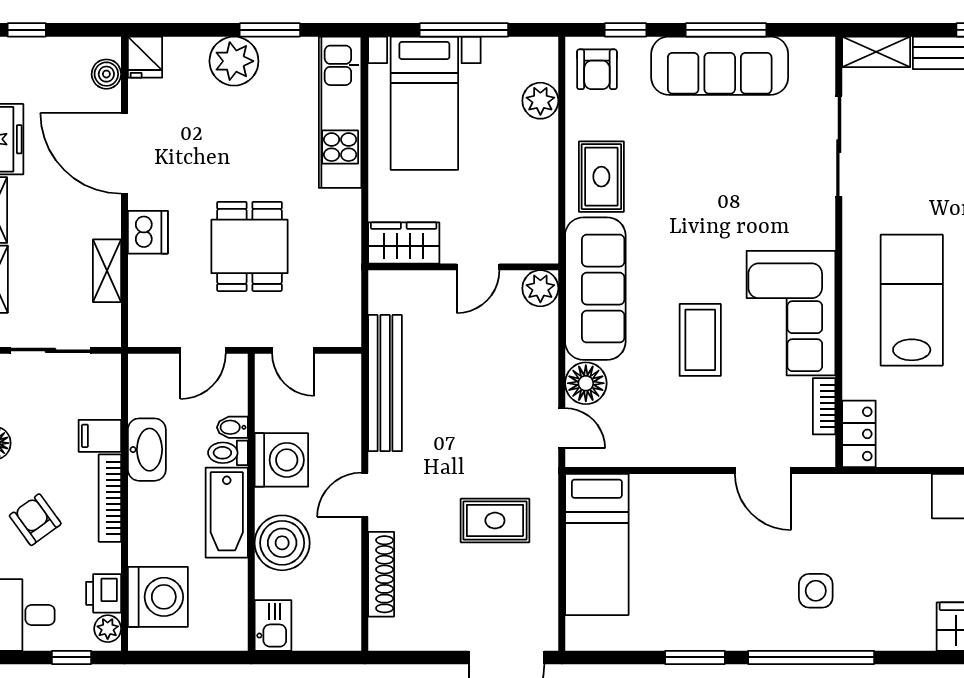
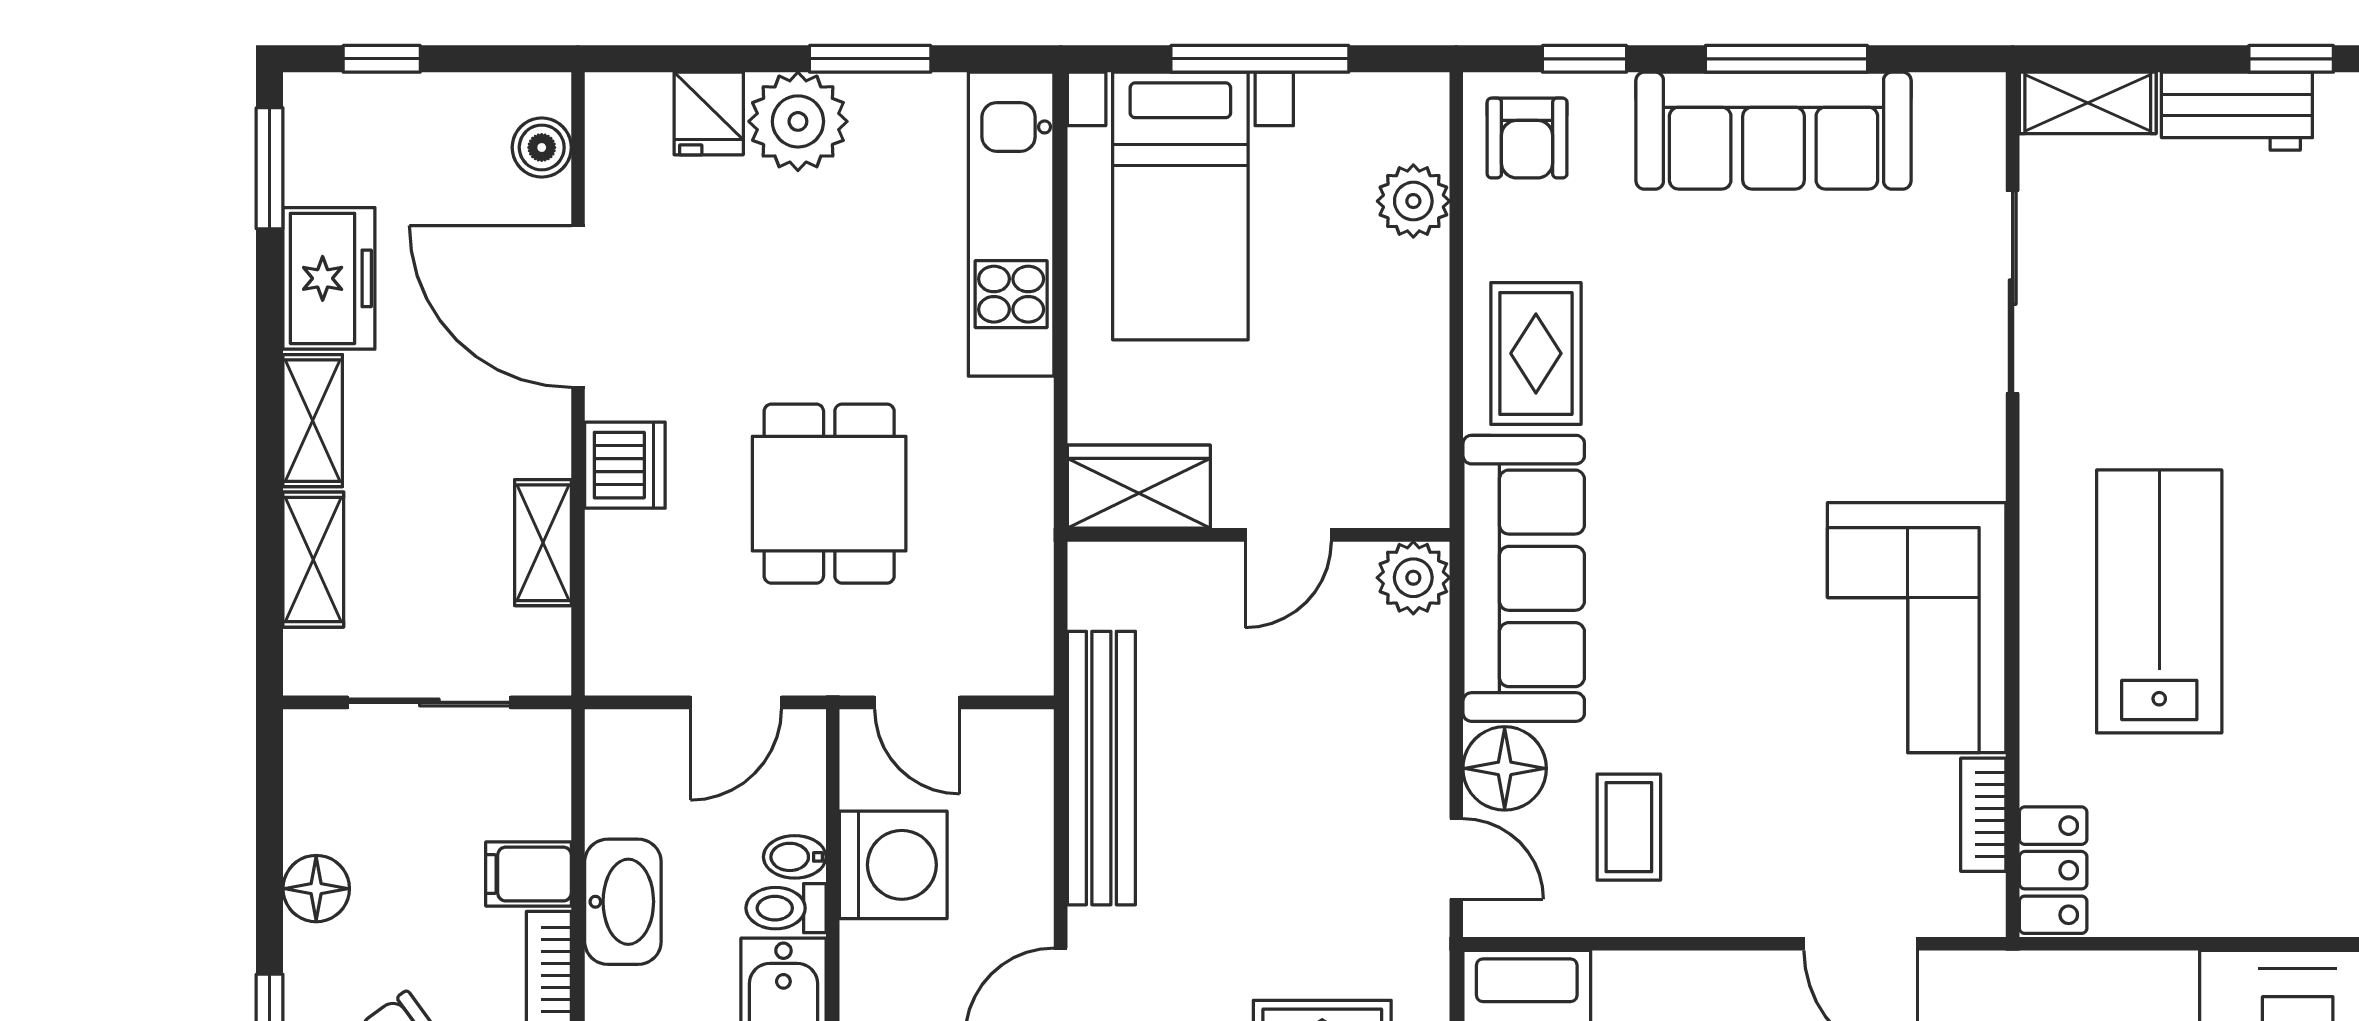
fridge: (145, 57) -> (709, 113), moved
coffee table: (700, 340) -> (1629, 827), moved, width x0.73, depth x0.77
washing machine: (281, 460) -> (893, 865), moved

